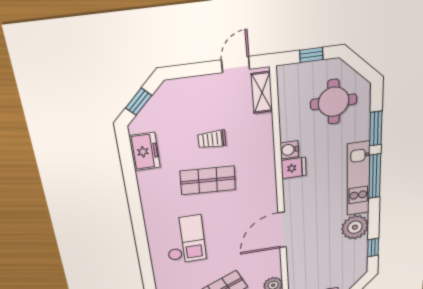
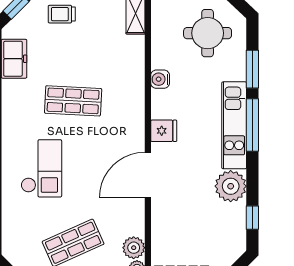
trolley: (212, 139) -> (62, 14), moved
fridge: (294, 168) -> (164, 131), moved

